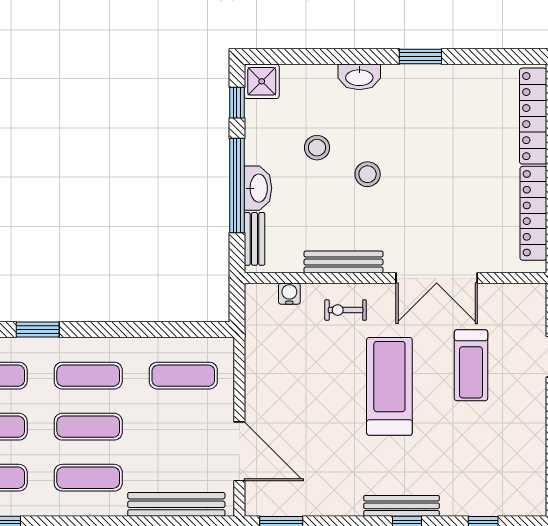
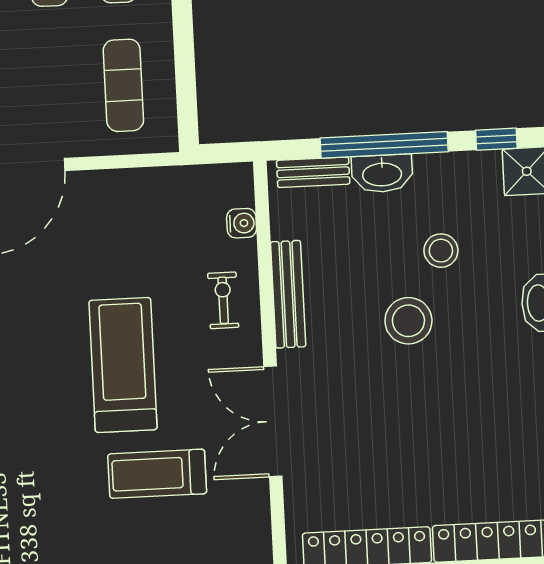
stool: (368, 174) -> (408, 321), width x1.38, depth x1.38
treadmill: (389, 386) -> (123, 365), turned -90

